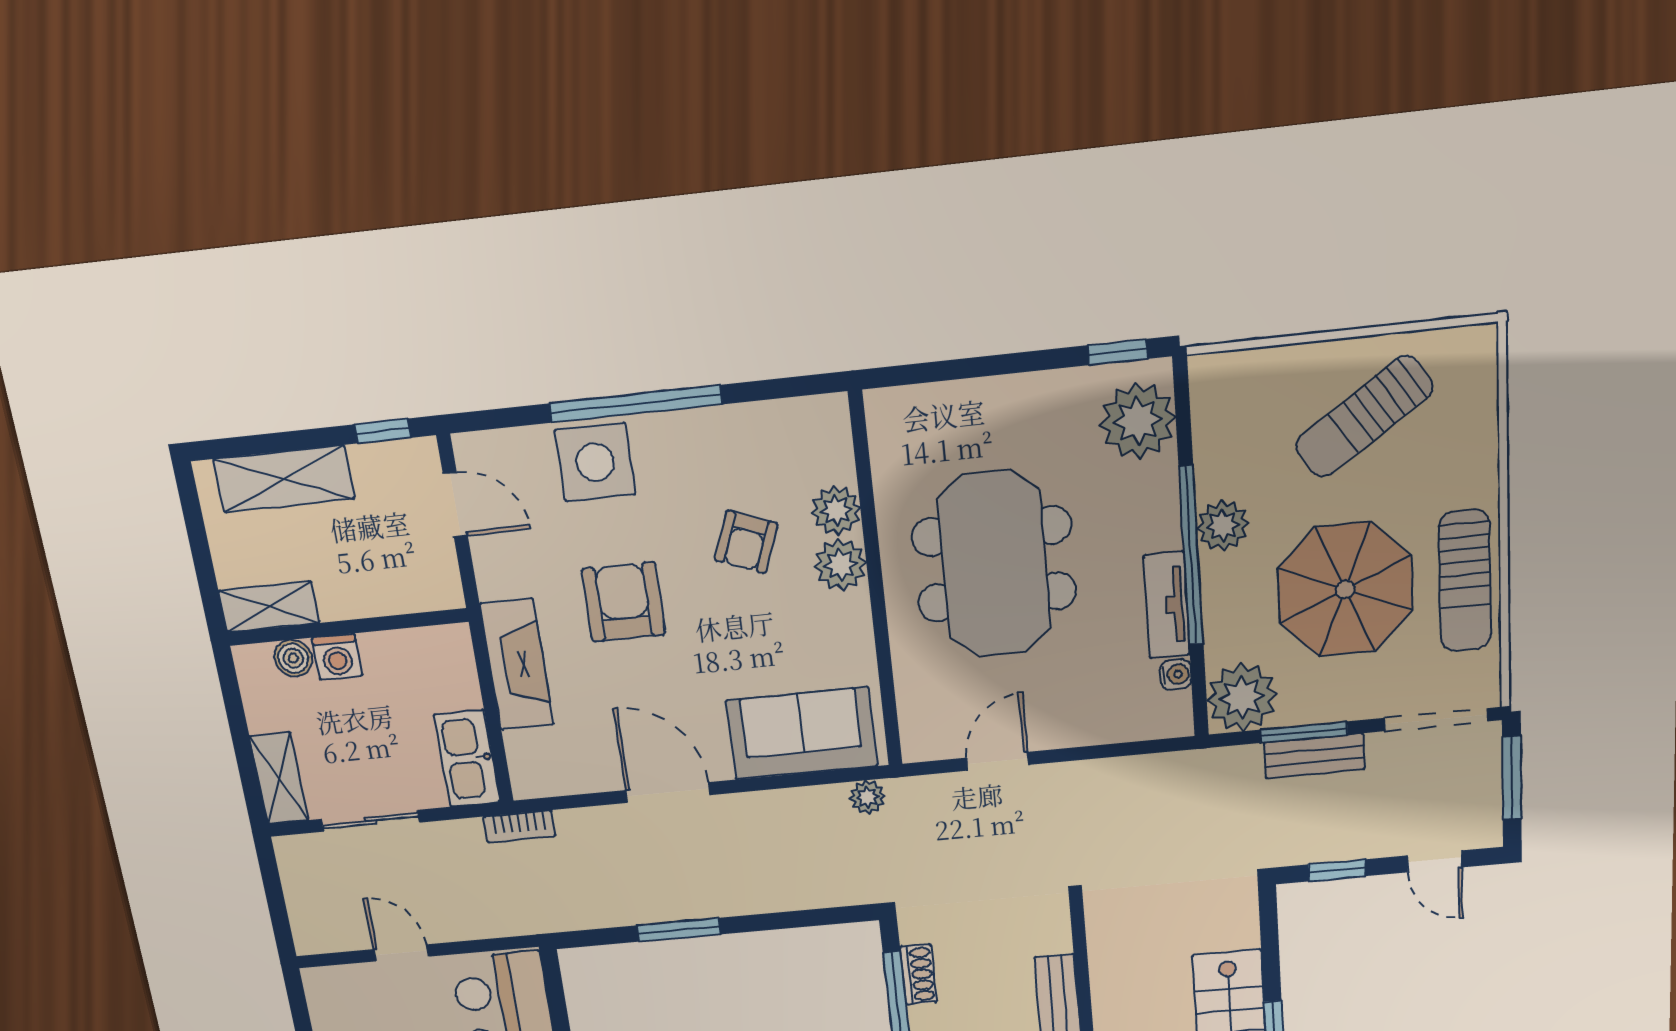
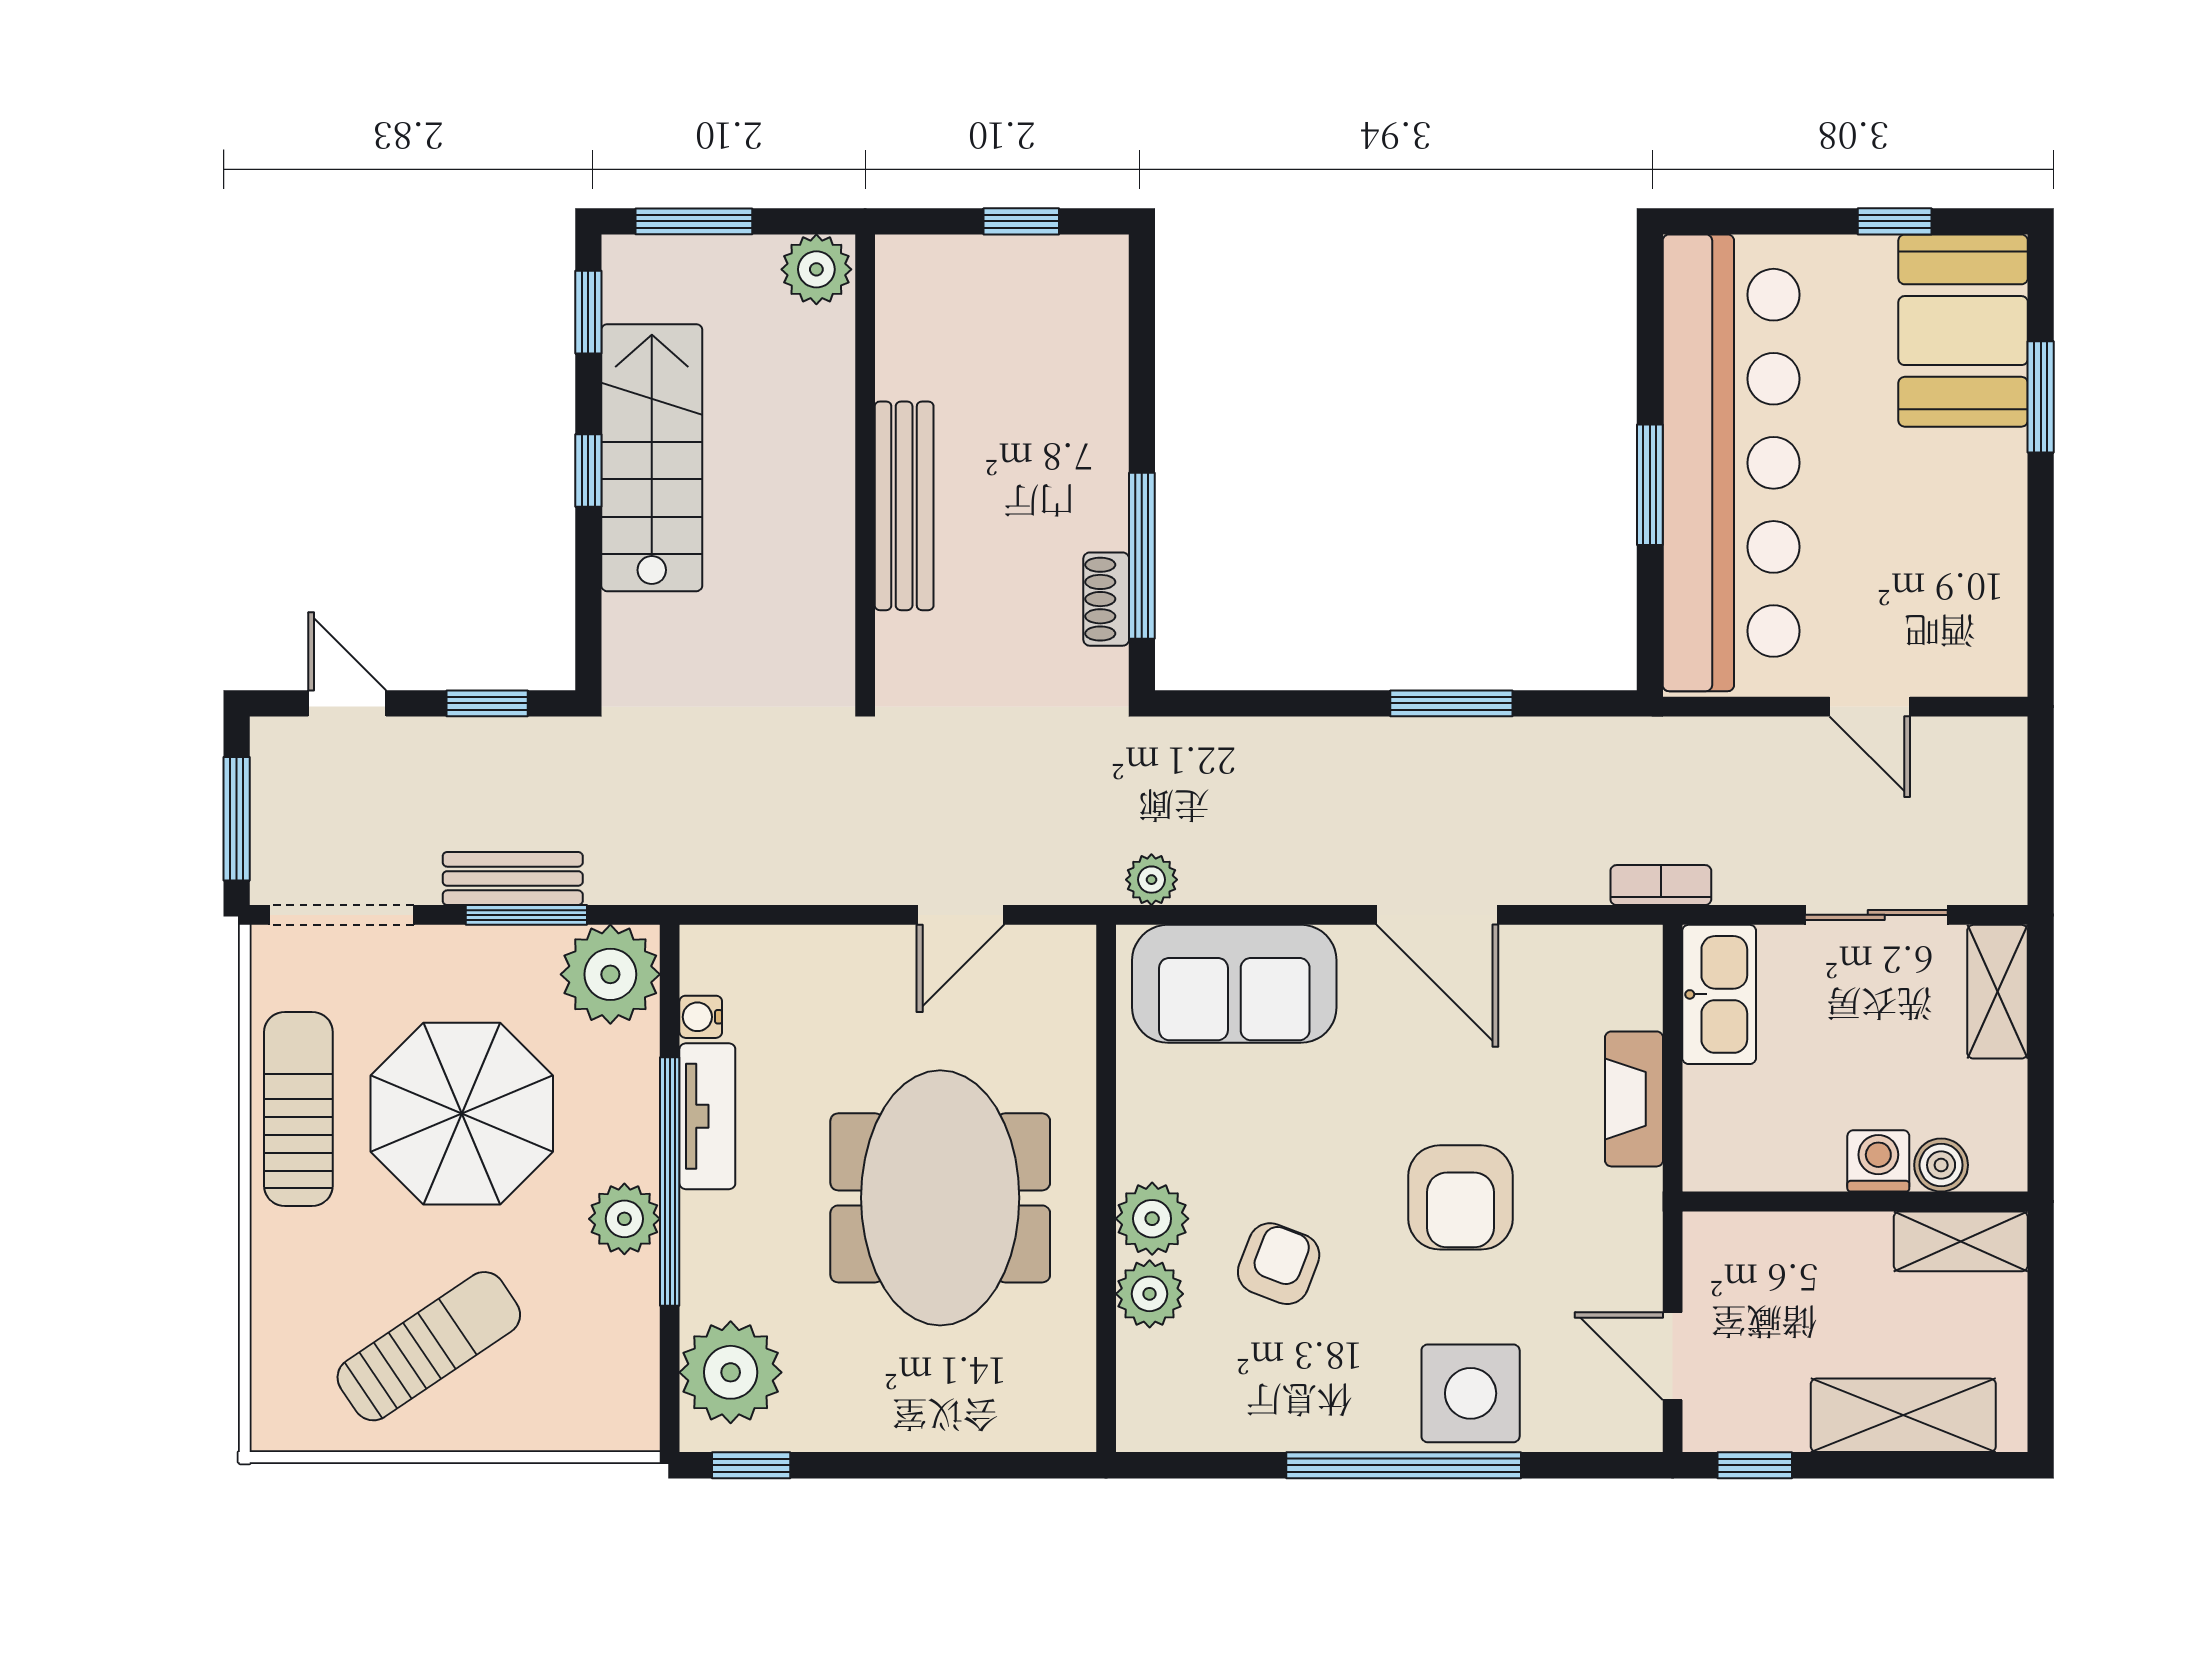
fireplace: (517, 665) -> (1634, 1099), width x0.73, depth x0.76

